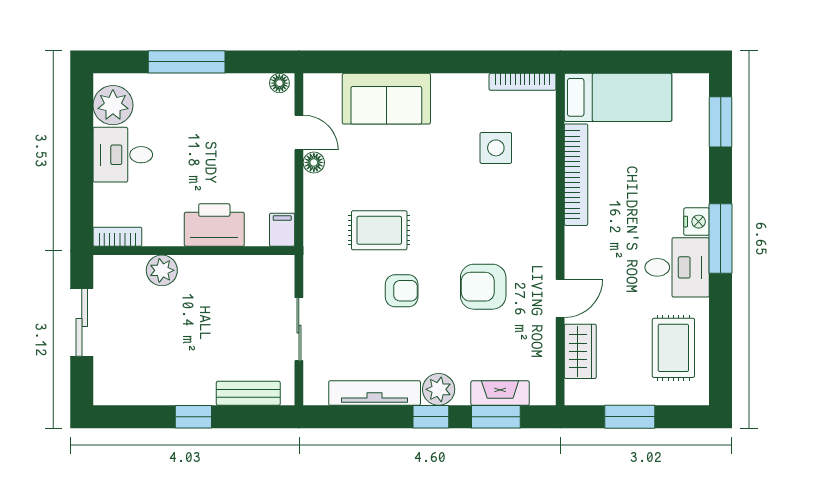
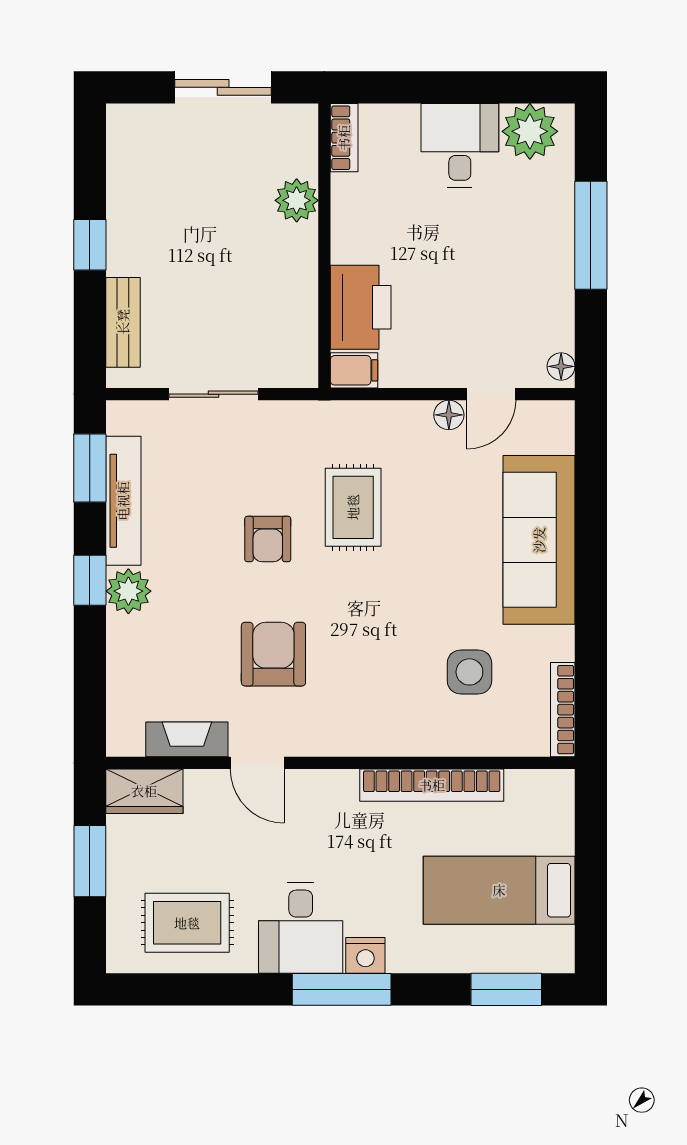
bed: (618, 97) -> (499, 890), moved, turned 90
sofa: (386, 99) -> (539, 540), width x1.36
printer: (214, 225) -> (361, 307), moved
wardrobe: (580, 351) -> (144, 791), moved
fireplace: (500, 393) -> (187, 739), moved, turned -90
window: (496, 417) -> (90, 468), moved

